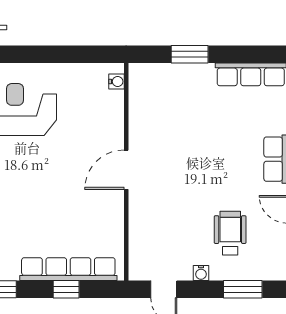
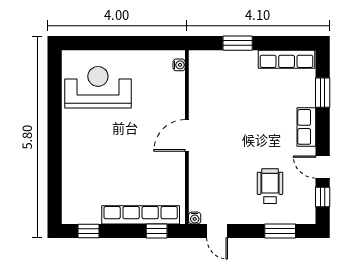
water cooler: (201, 273) -> (195, 218), moved
window: (66, 289) -> (157, 231), moved

